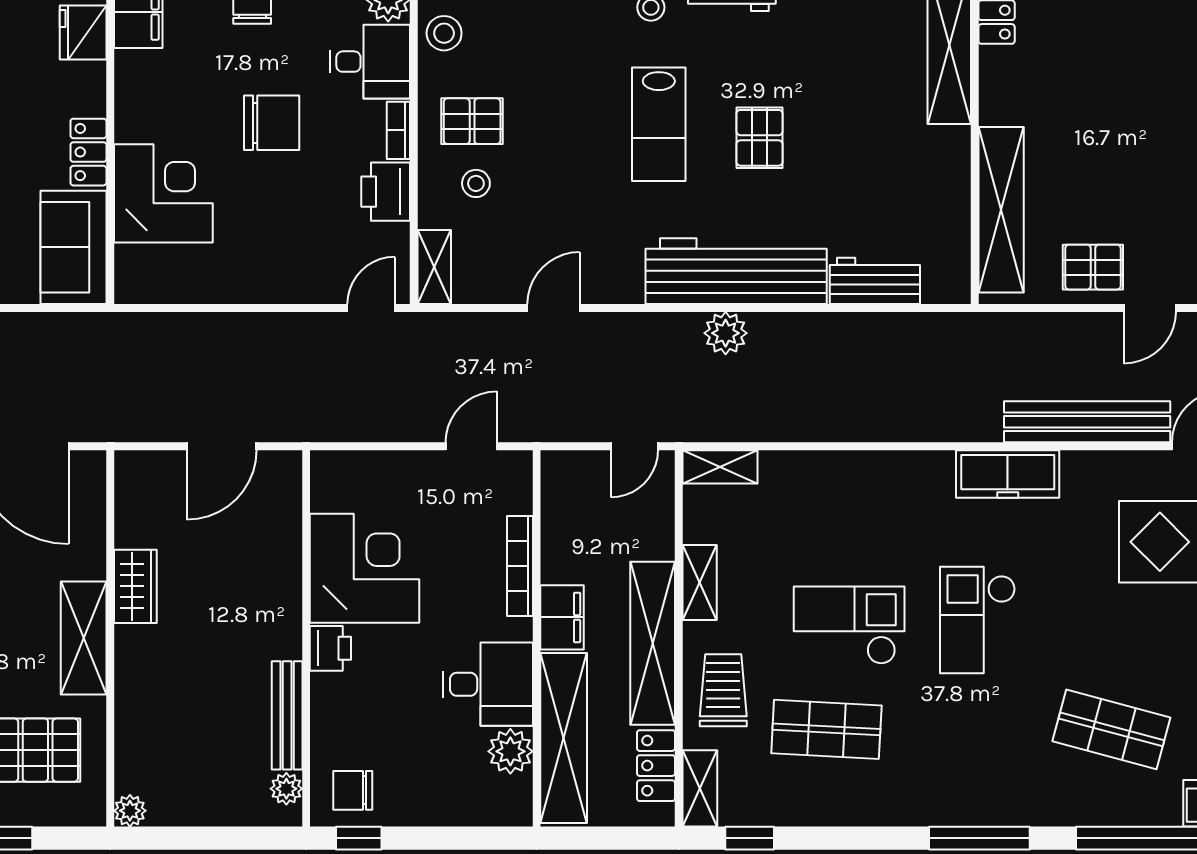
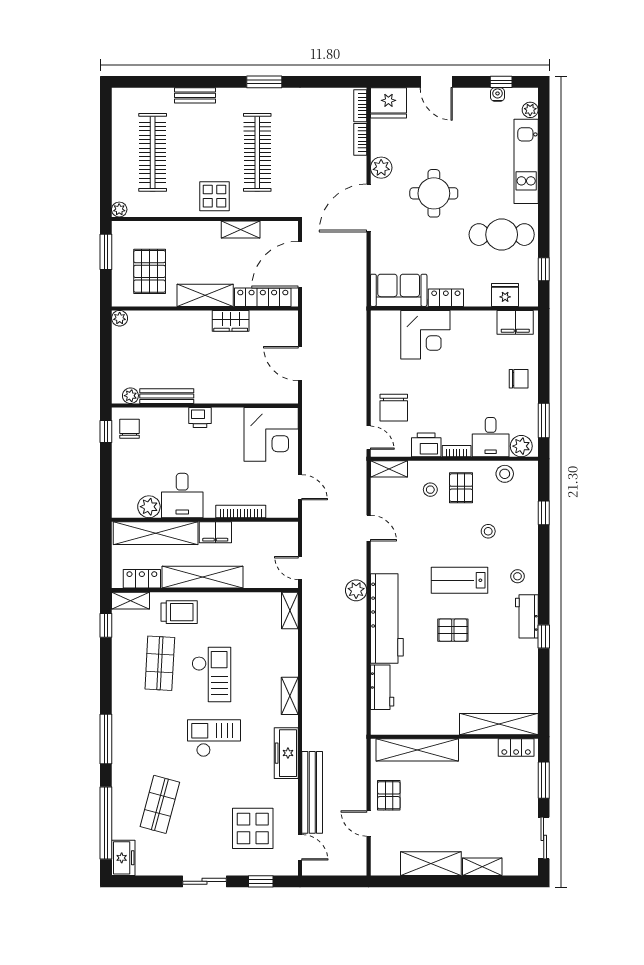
stool: (560, 67) -> (488, 531), added
chair: (272, 123) -> (394, 408), moved
plant: (726, 333) -> (356, 590), moved
locker: (88, 521) -> (263, 297), added
corner desk: (365, 568) -> (271, 434), moved
shelving: (700, 582) -> (290, 696), moved, turned 90

